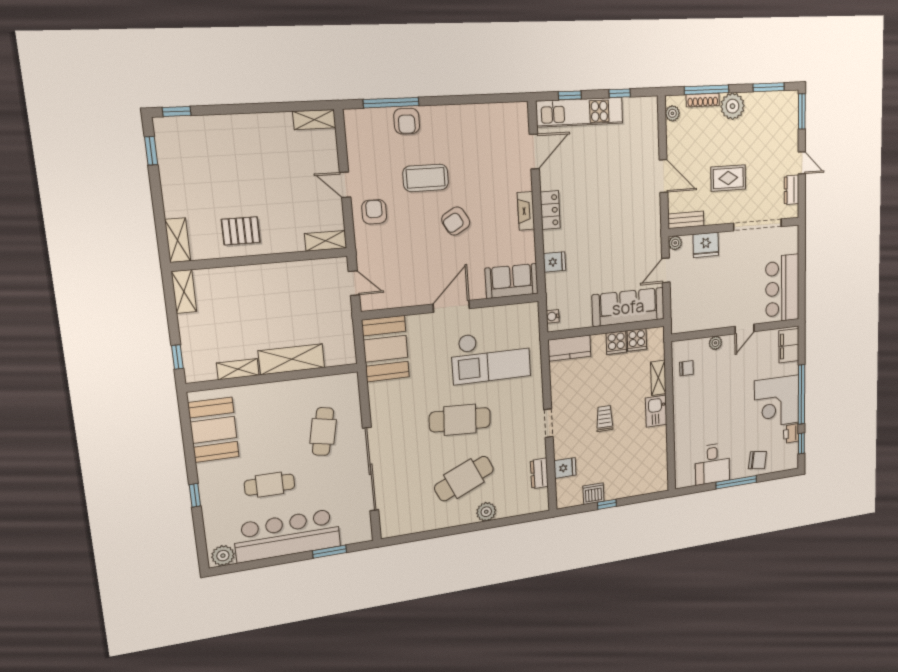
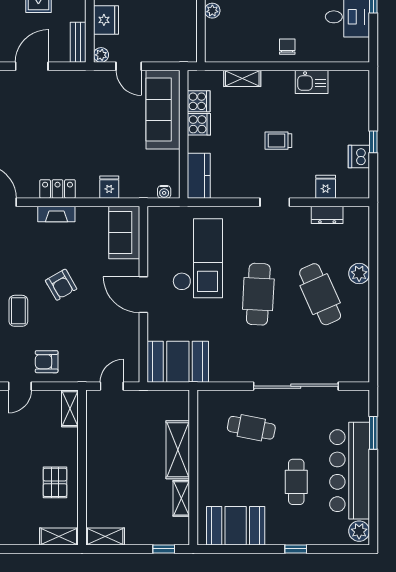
coffee table: (426, 178) -> (18, 311), width x0.73, depth x0.77
chair: (686, 368) -> (287, 47), moved
kitchen sink: (656, 411) -> (312, 82), moved

